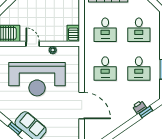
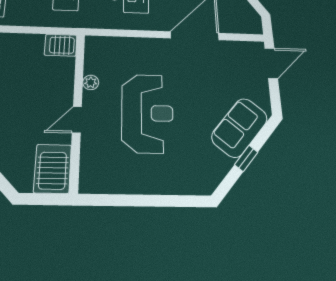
reception desk: (37, 79) -> (147, 113), width x0.74, depth x0.77

